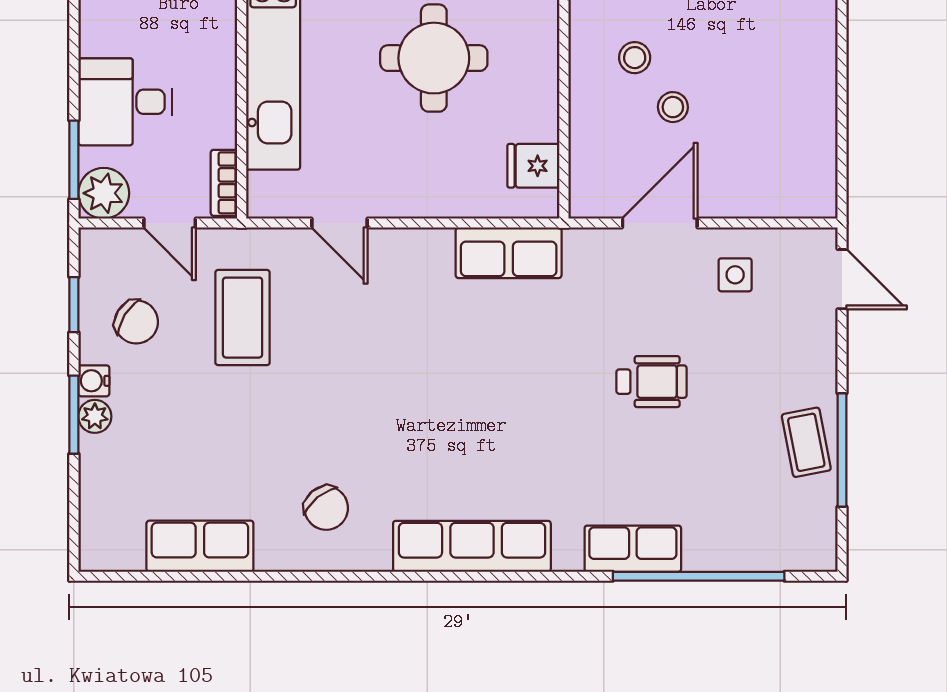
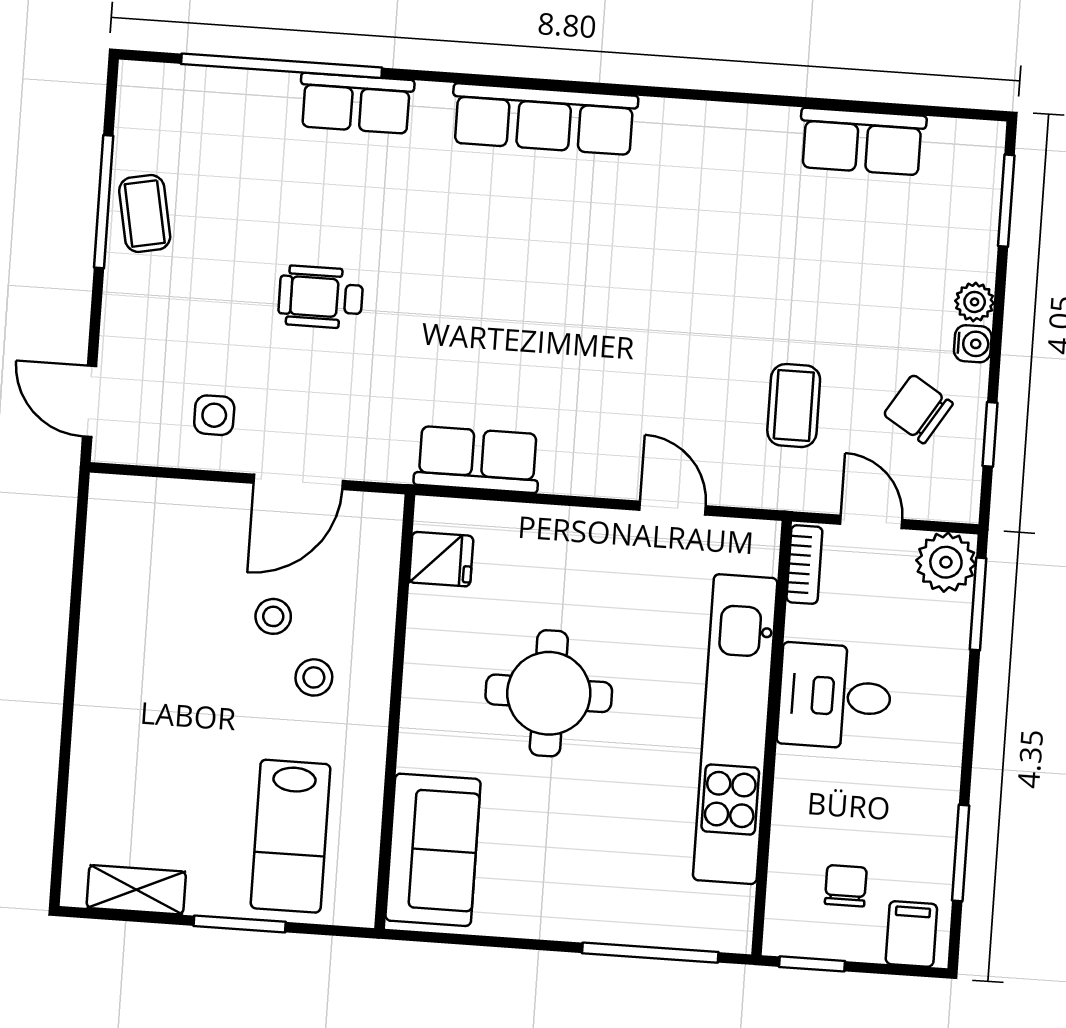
desk: (125, 102) -> (835, 696), moved, turned 180
coffee table: (243, 318) -> (794, 406), width x0.73, depth x0.77
window: (74, 415) -> (1006, 201), moved
chair: (326, 508) -> (711, 176), removed

